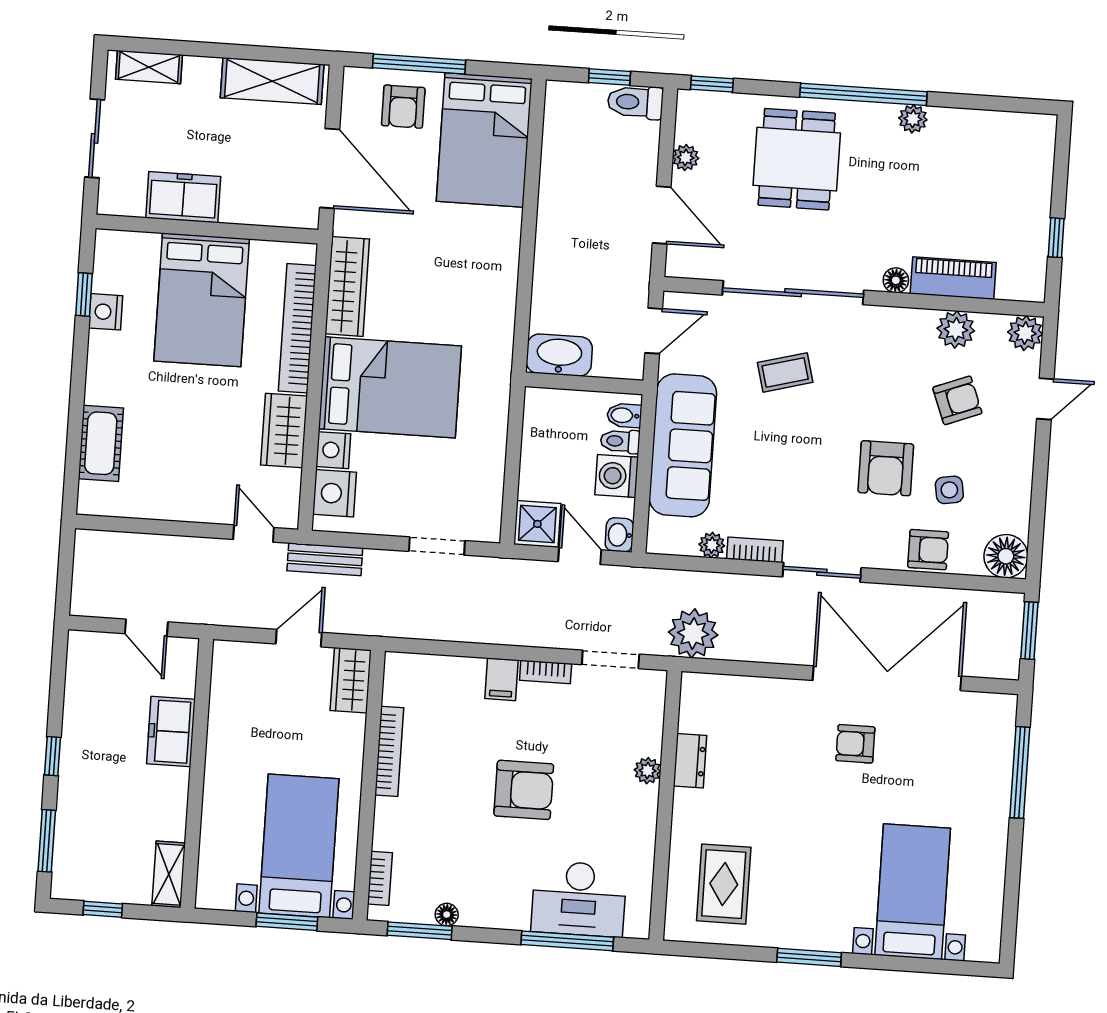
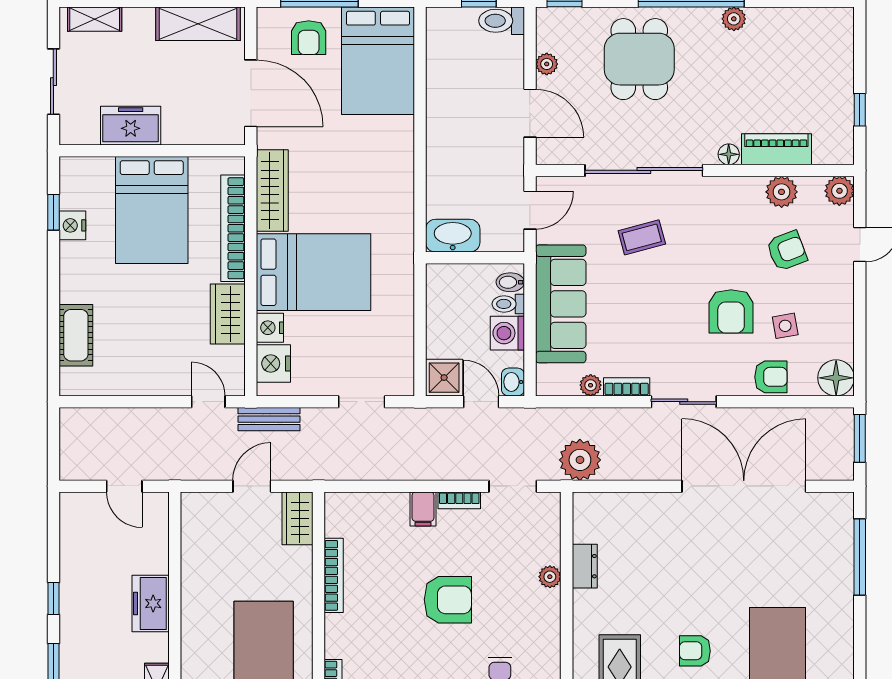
freezer: (171, 732) -> (151, 603), moved
armchair: (855, 744) -> (695, 651), moved

